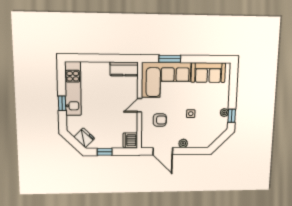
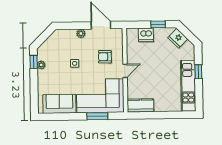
dishwasher: (130, 140) -> (146, 35), moved, turned 90

